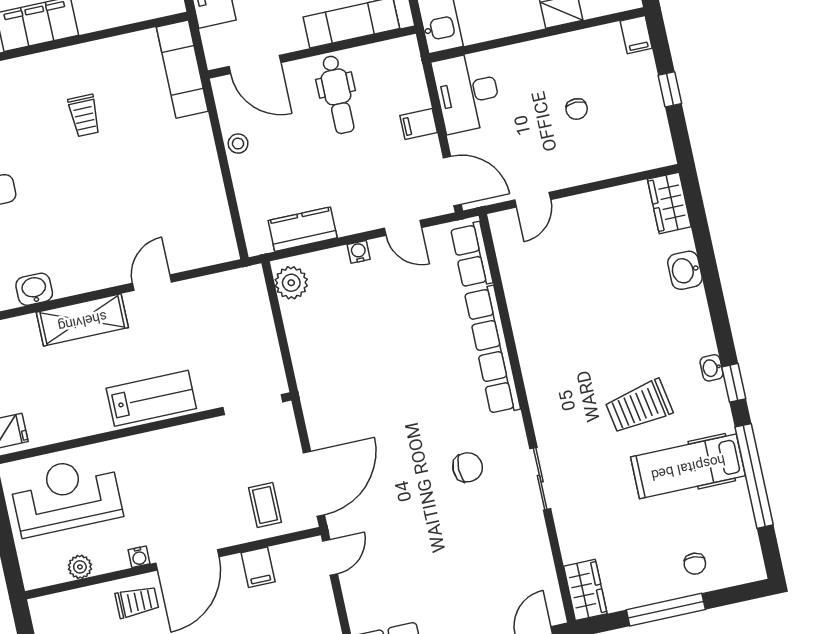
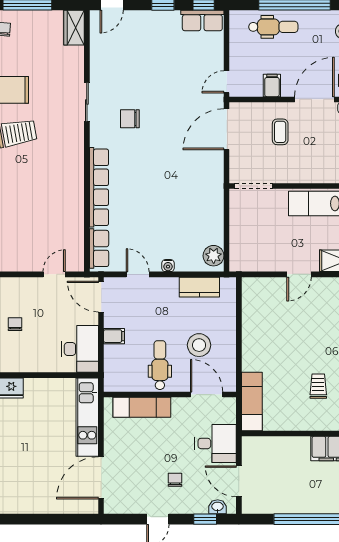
stool: (238, 144) -> (199, 345), moved, width x1.89, depth x1.89
coffee table: (265, 505) -> (280, 132), moved

